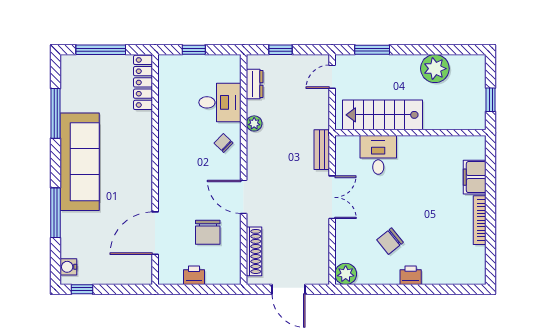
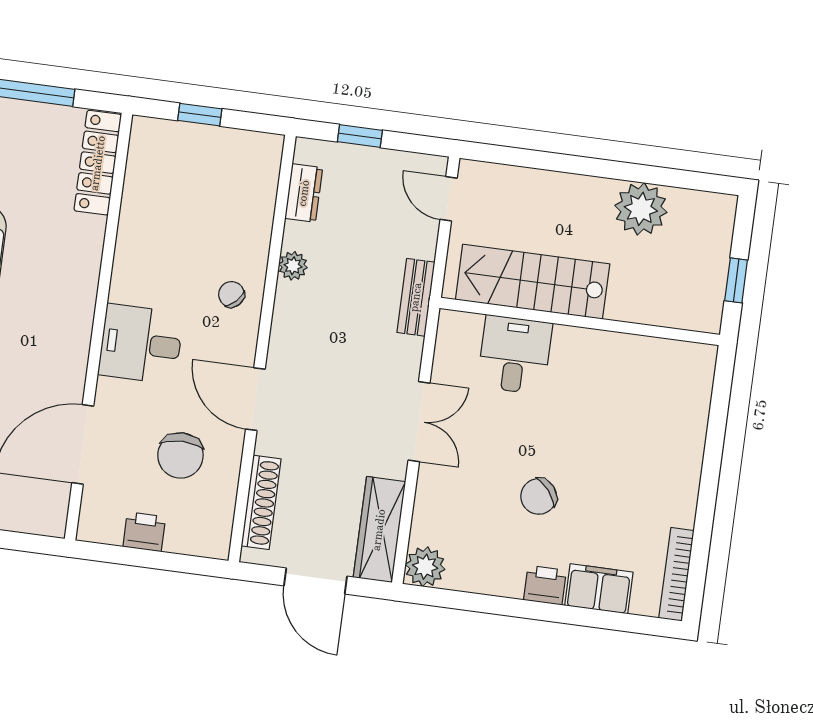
window: (372, 50) -> (529, 159), removed
door: (332, 77) -> (449, 199), hinge flipped
desk: (220, 102) -> (141, 344), moved, turned 180
bench: (322, 150) -> (416, 297), moved
filing cabinet: (475, 177) -> (599, 589), moved, turned 90
bookcase: (480, 220) -> (676, 574), moved
chair: (390, 241) -> (539, 496), moved
wardrobe: (319, 257) -> (379, 530), added

